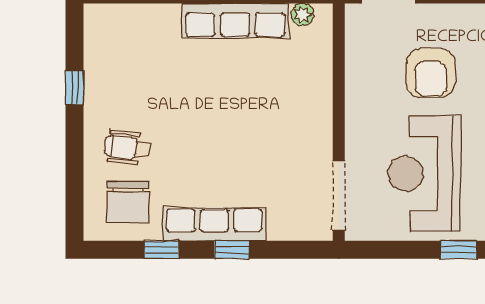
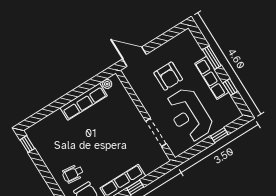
window: (74, 87) -> (27, 144), moved
doorway: (339, 195) -> (156, 132), moved

